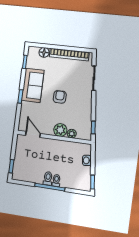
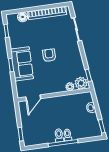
sofa: (33, 85) -> (22, 64), moved
plant: (60, 130) -> (81, 83), moved
door: (33, 134) -> (33, 98), swing flipped

